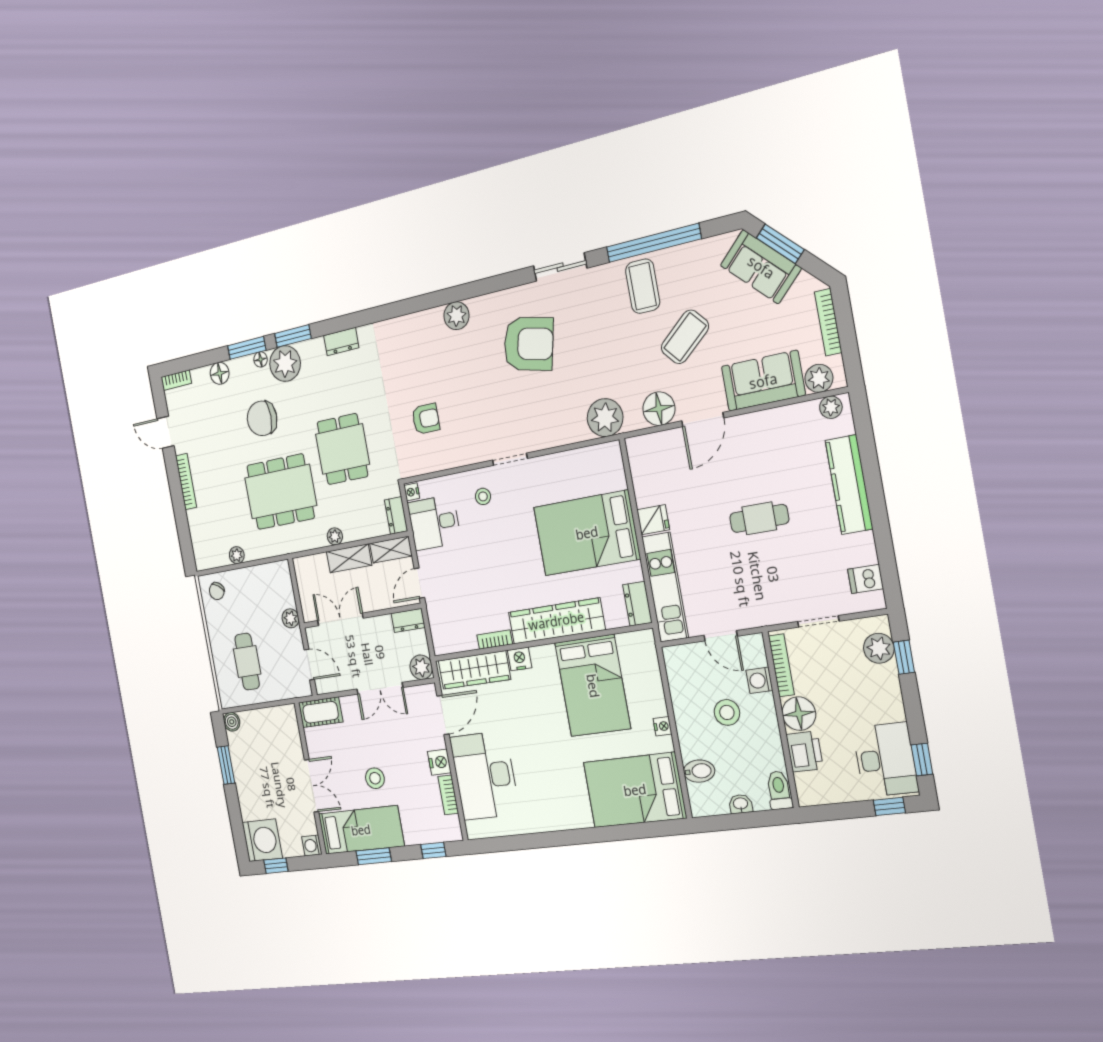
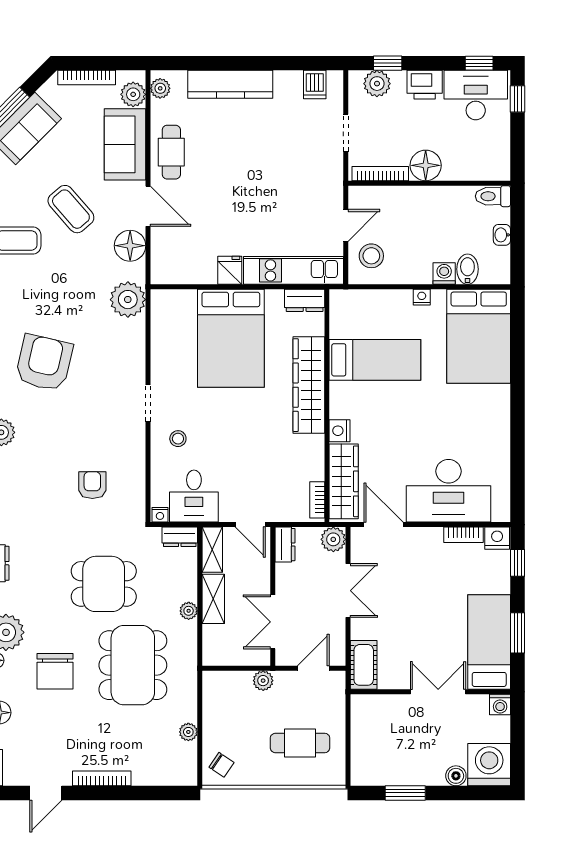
cafe table: (759, 518) -> (171, 152), moved
bookcase: (495, 640) -> (317, 500), moved
washing machine: (759, 680) -> (444, 274), moved, turned 180
bed: (593, 686) -> (375, 360), width x0.67
stool: (727, 712) -> (371, 256), moved
boiler: (232, 722) -> (456, 776), moved
printer: (805, 752) -> (425, 85), moved, turned 180
nightstand: (439, 762) -> (497, 538), moved
stool: (375, 778) -> (438, 615), removed
window: (276, 866) -> (518, 753), removed

